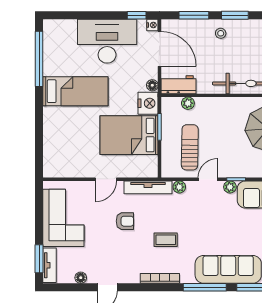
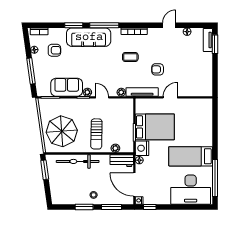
desk: (107, 41) -> (191, 190), moved
sun lounger: (190, 147) -> (96, 134), moved
door: (208, 179) -> (102, 97), swing flipped
corner sofa: (63, 218) -> (199, 72), removed

